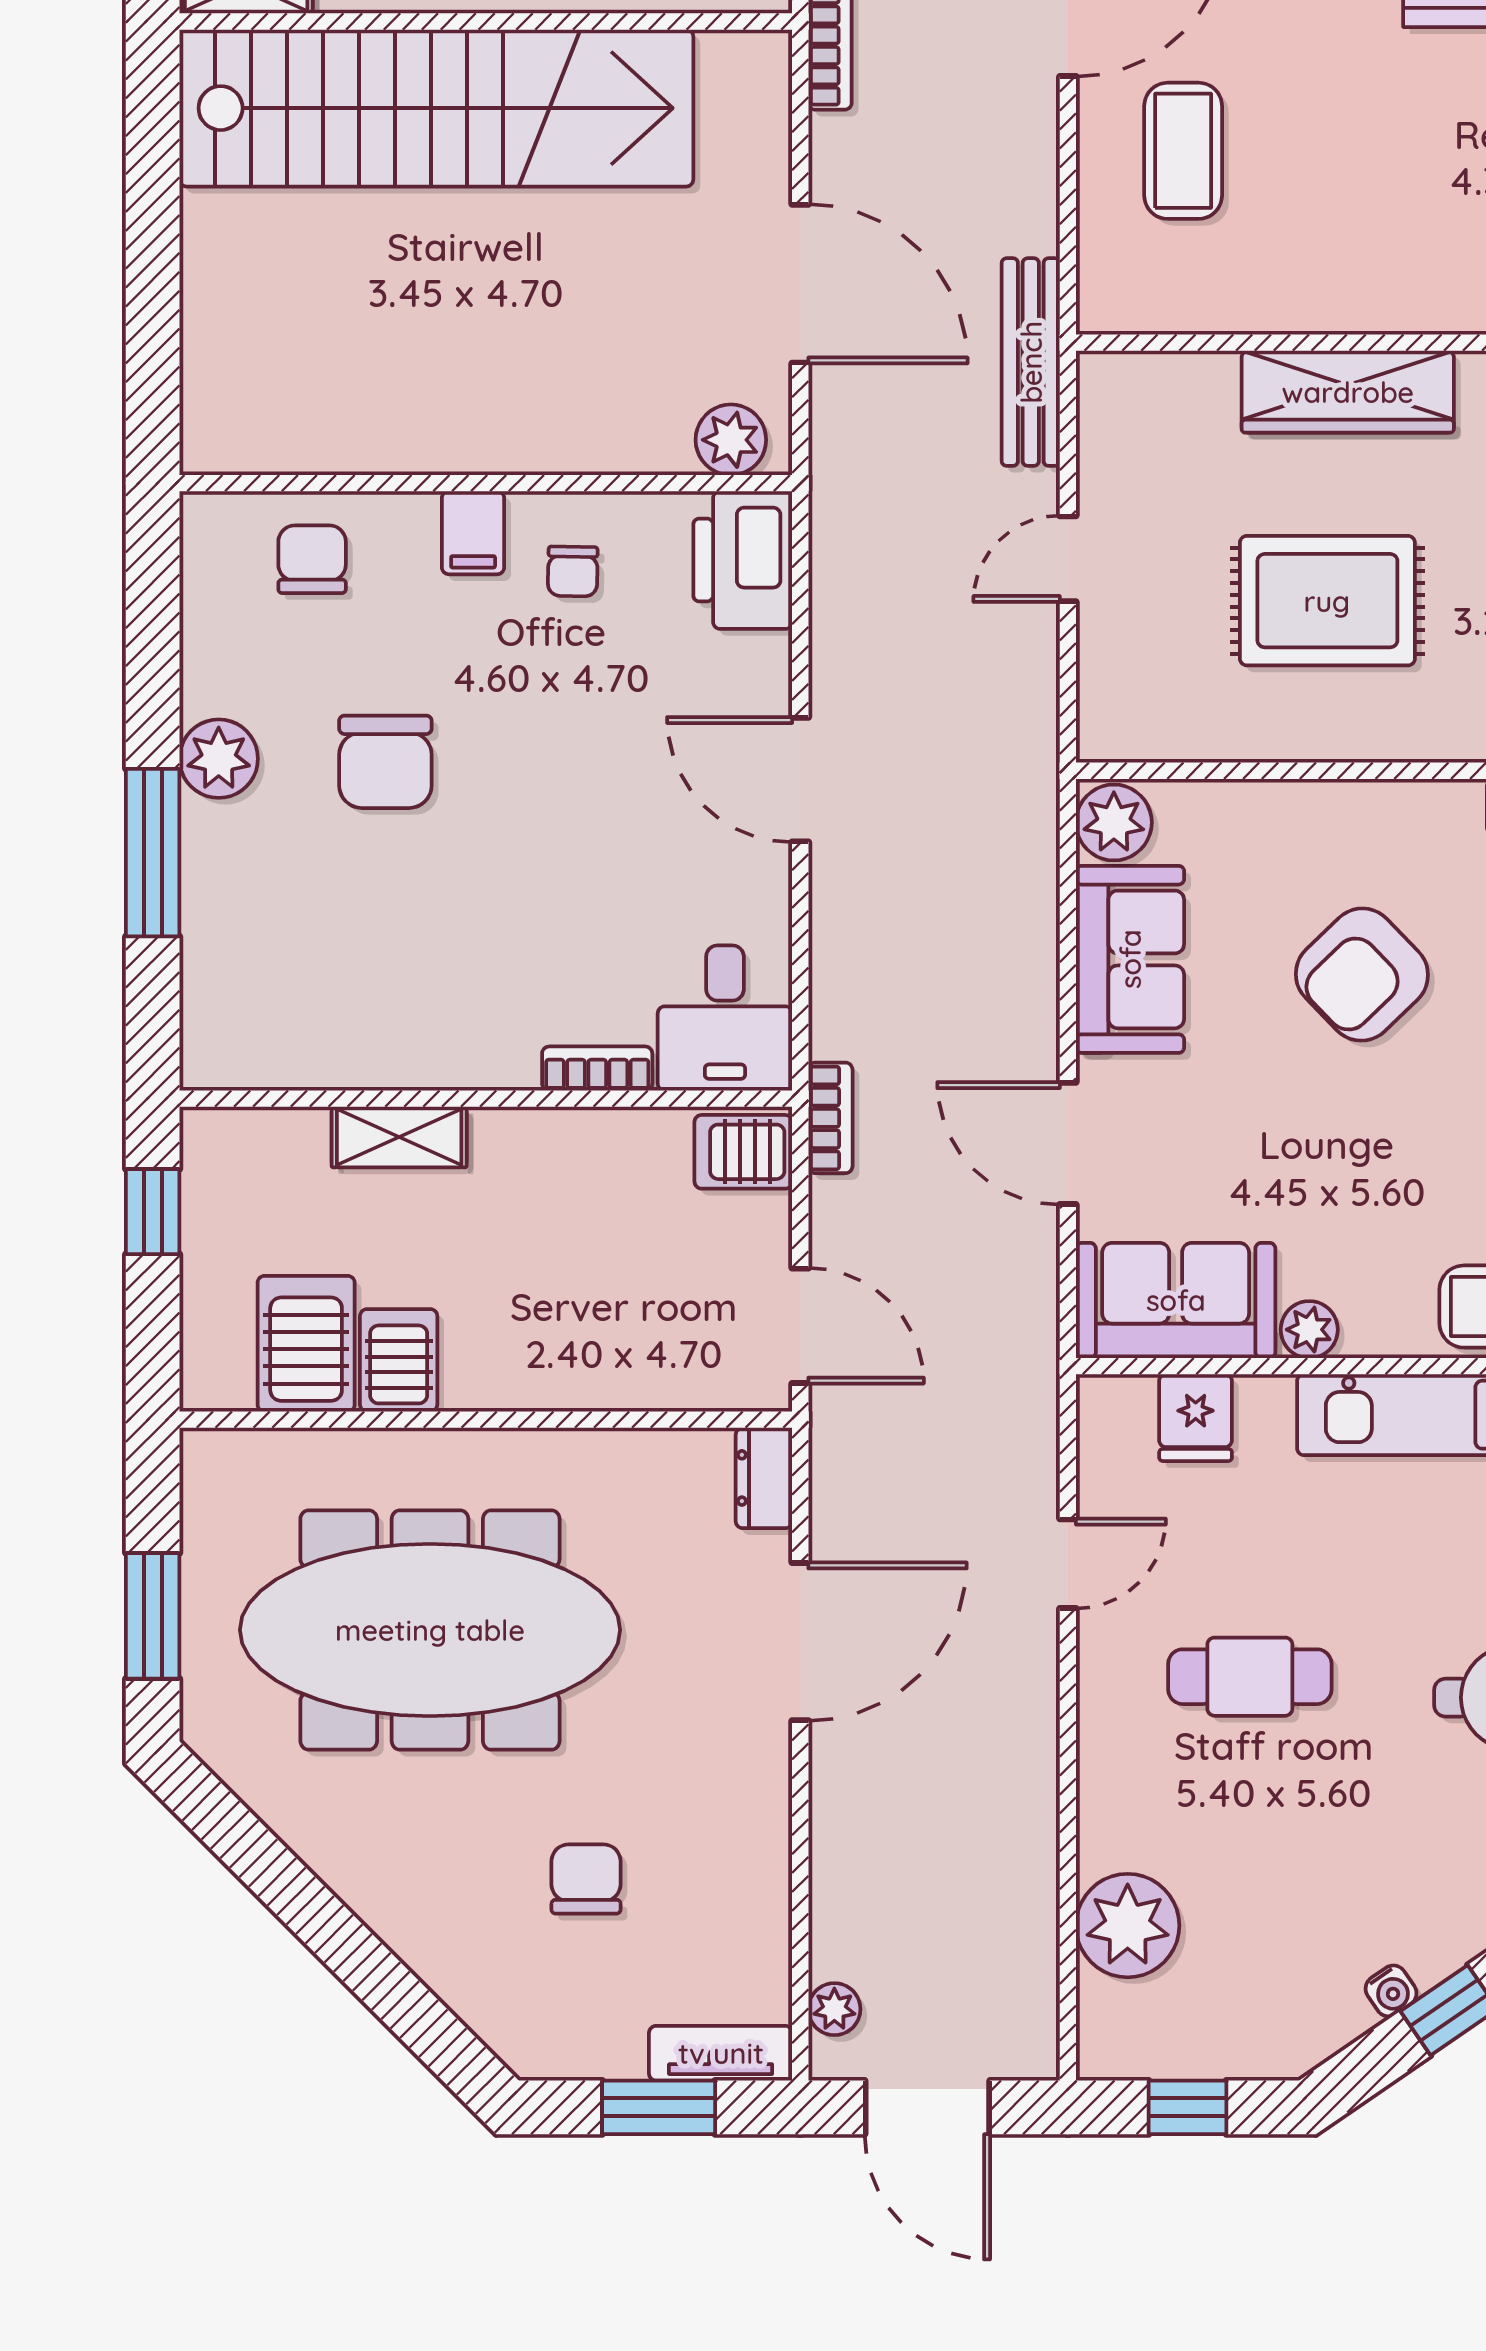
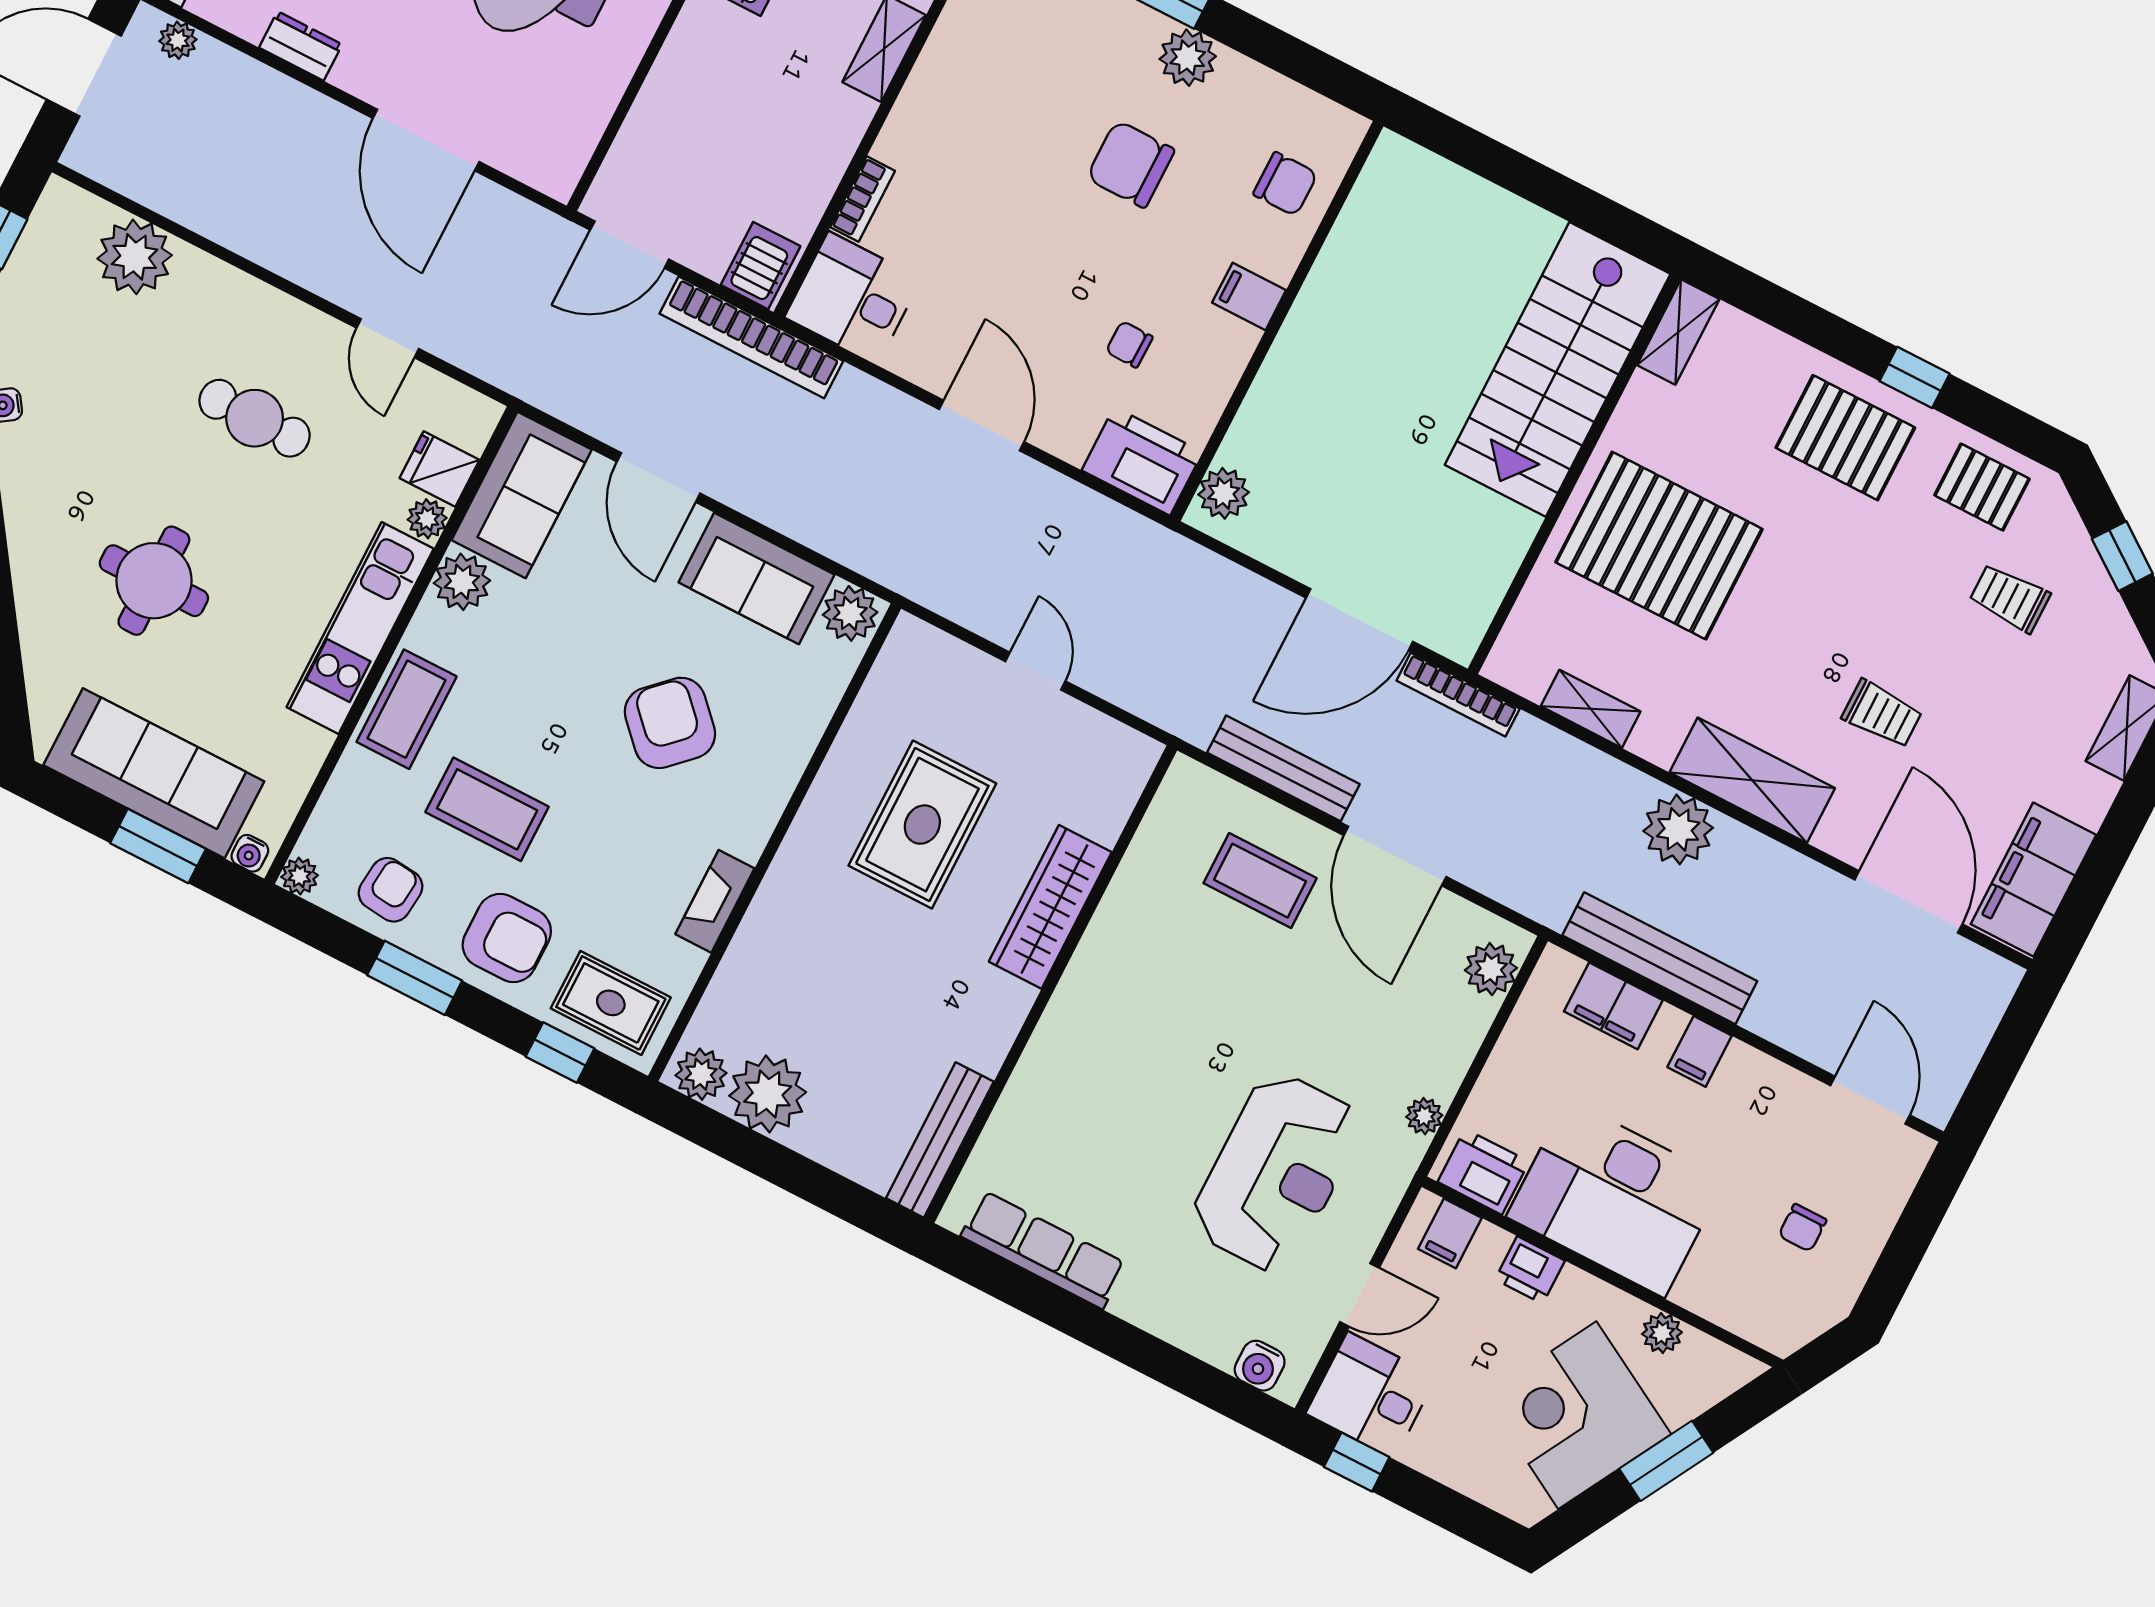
stairs: (436, 108) -> (1558, 369), width x0.73
door: (800, 284) -> (1359, 620), moved
bench: (1031, 362) -> (1283, 768), moved
chair: (573, 571) -> (1129, 344), moved
door: (800, 780) -> (982, 426), hinge flipped
bookcase: (830, 1118) -> (751, 337), width x2.31, depth x1.31
door: (1068, 1143) -> (659, 477), swing flipped
plant: (1309, 1330) -> (462, 582), width x1.38, depth x1.38
plant: (1264, 1401) -> (427, 519), added
dresser: (764, 1478) -> (301, 46), moved
cafe table: (1250, 1677) -> (255, 418), turned 90

